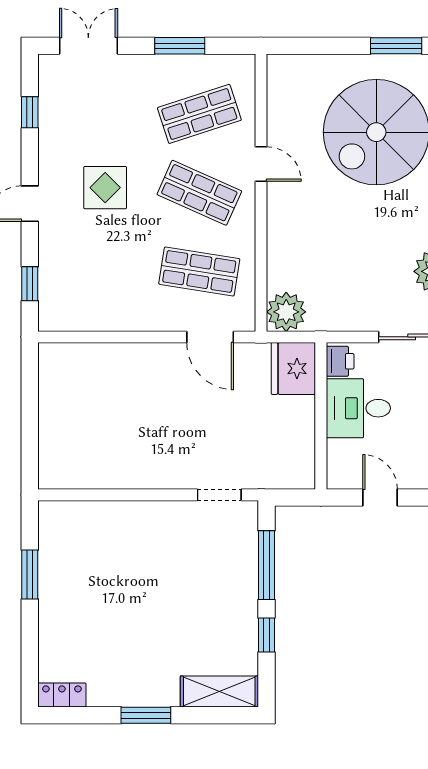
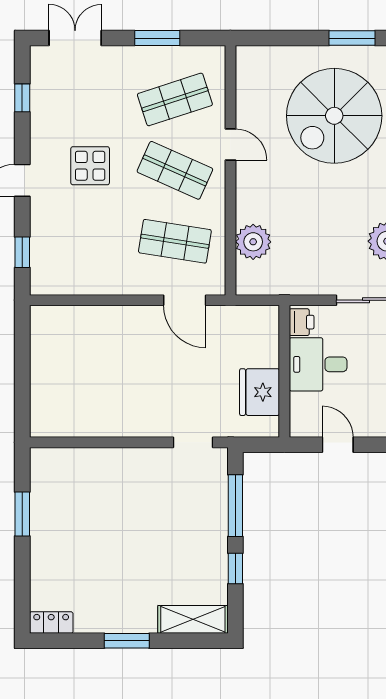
plant: (286, 312) -> (253, 242), moved
fridge: (293, 368) -> (260, 392), moved

